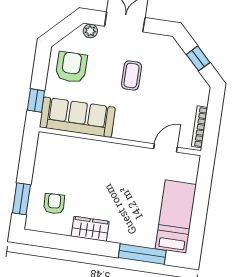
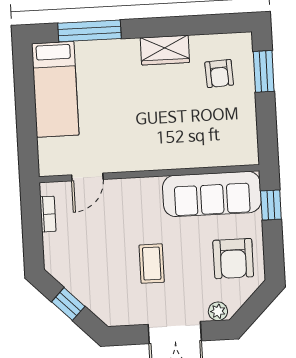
bookcase: (200, 127) -> (48, 214), width x0.64

